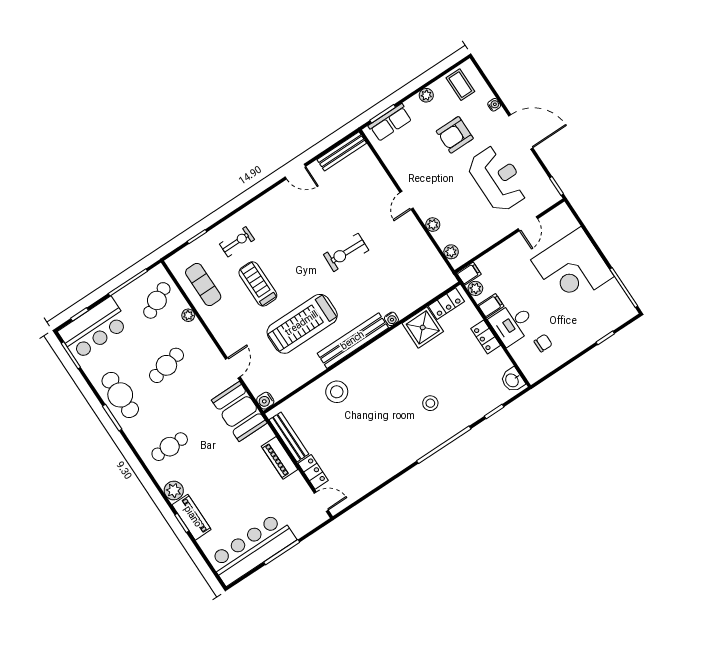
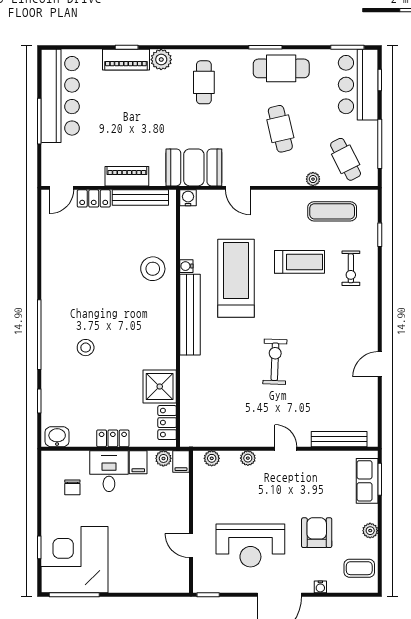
bench: (342, 151) -> (339, 439), moved, turned 90
corner desk: (572, 268) -> (74, 560), moved
water cooler: (391, 319) -> (186, 266), moved

